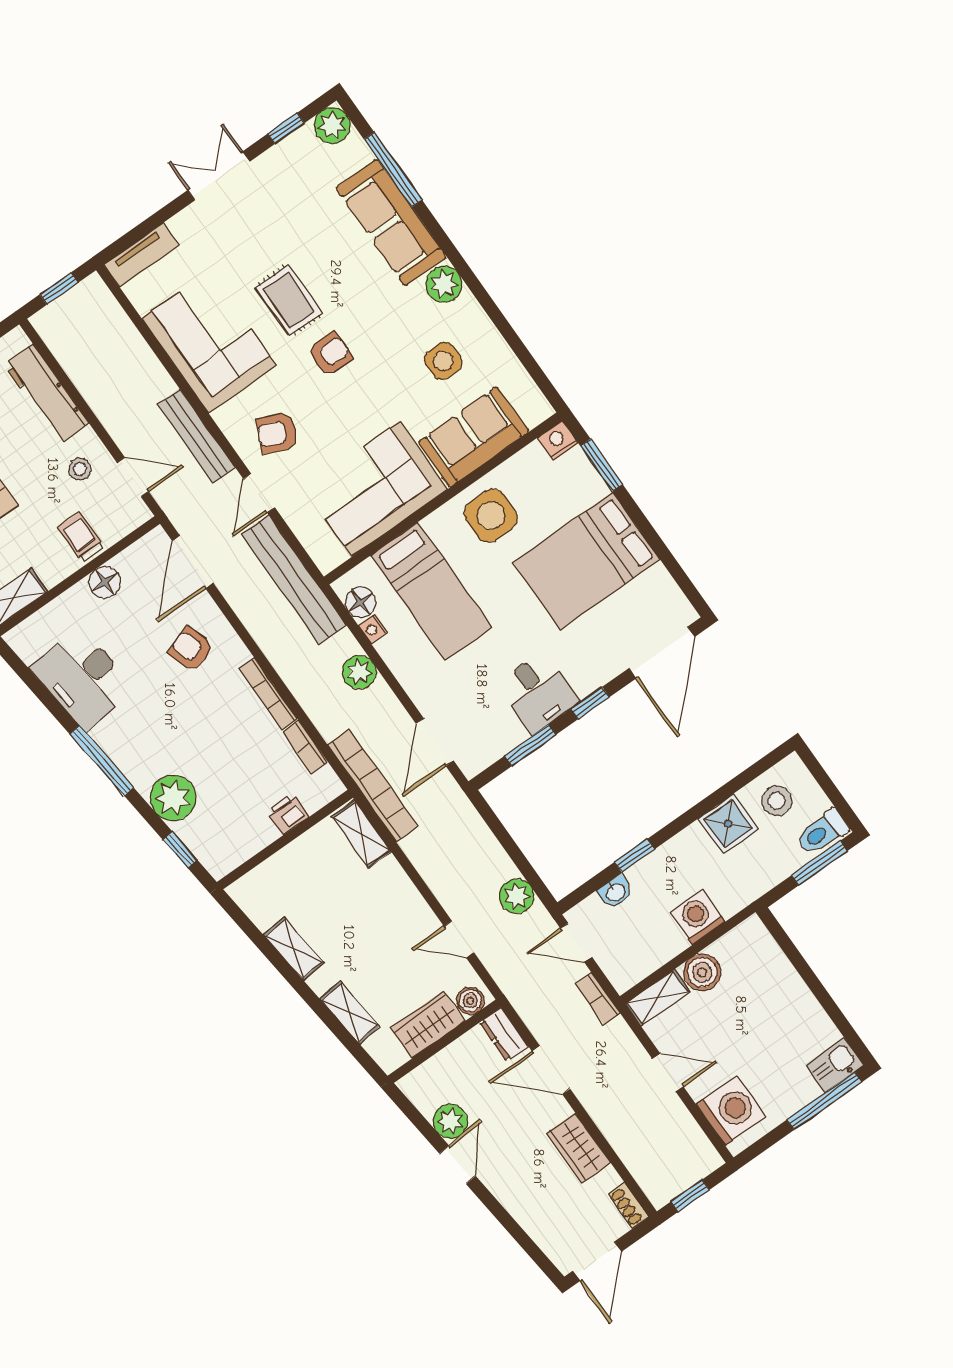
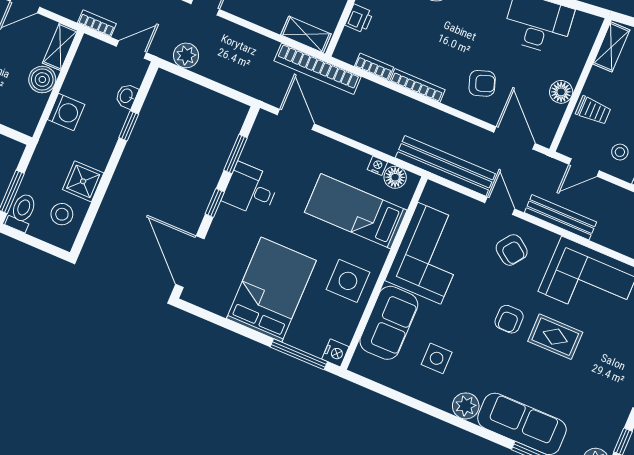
armchair: (277, 433) -> (512, 250), turned 102
window: (601, 465) -> (299, 354), width x1.44
plant: (359, 672) -> (369, 134), removed

